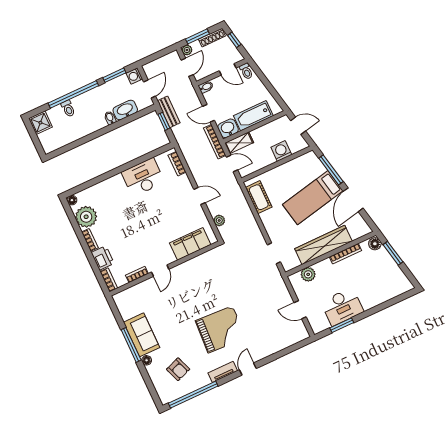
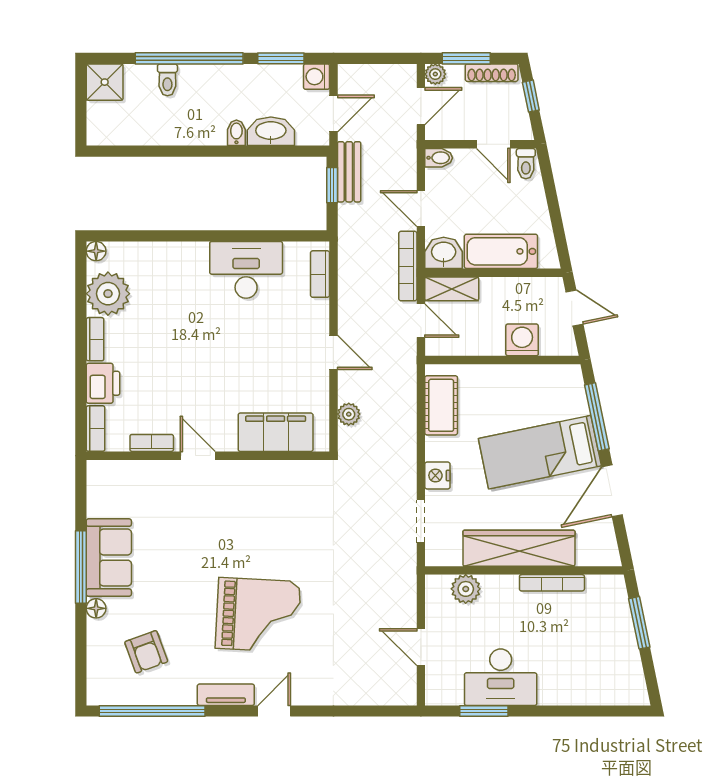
nightstand: (272, 229) -> (437, 475), added
floor lamp: (375, 244) -> (614, 590), removed
door: (160, 271) -> (198, 456), swing flipped

